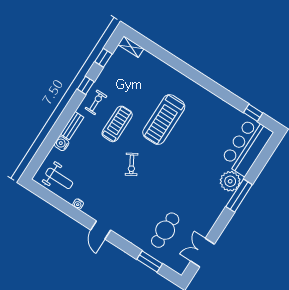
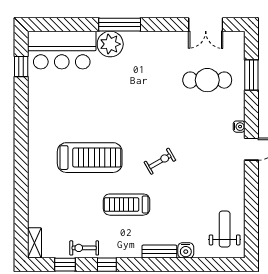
exercise bike: (96, 102) -> (84, 248), moved
water cooler: (78, 204) -> (239, 127), moved

